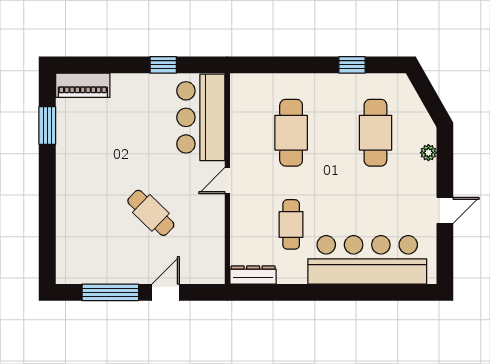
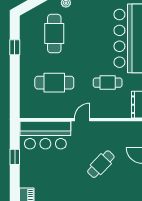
cafe table: (375, 133) -> (54, 34), turned 90
door: (227, 181) -> (82, 120), swing flipped

